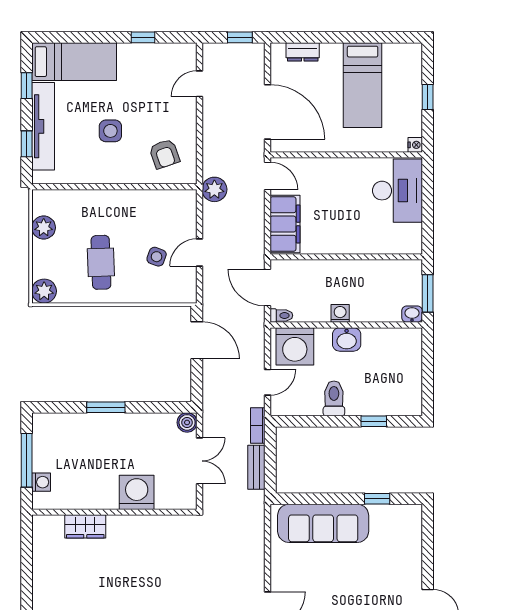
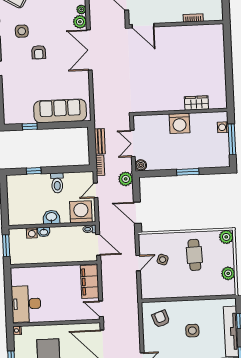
plant: (214, 189) -> (126, 179), moved
washing machine: (340, 313) -> (32, 233), moved
washbasin: (412, 314) -> (44, 232), moved
washing machine: (137, 492) -> (179, 123), moved

